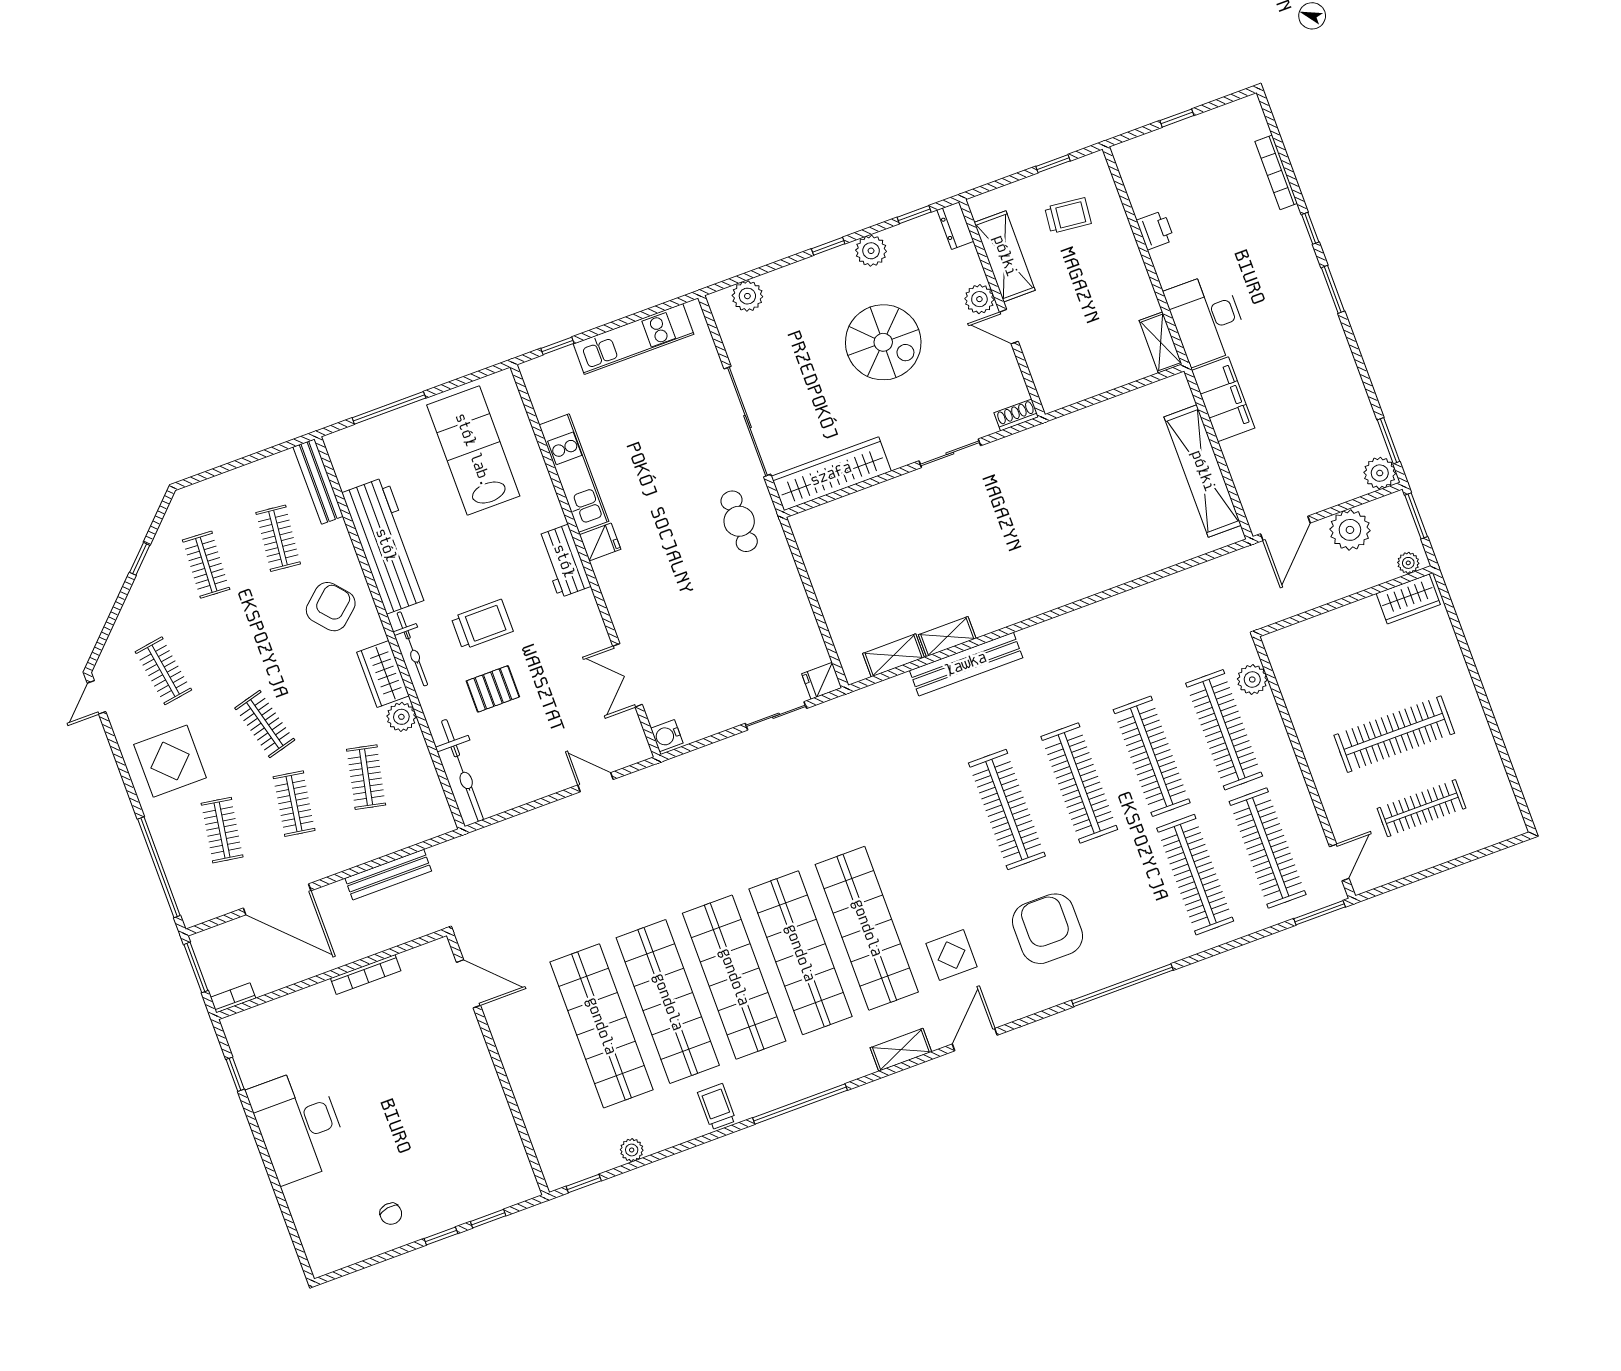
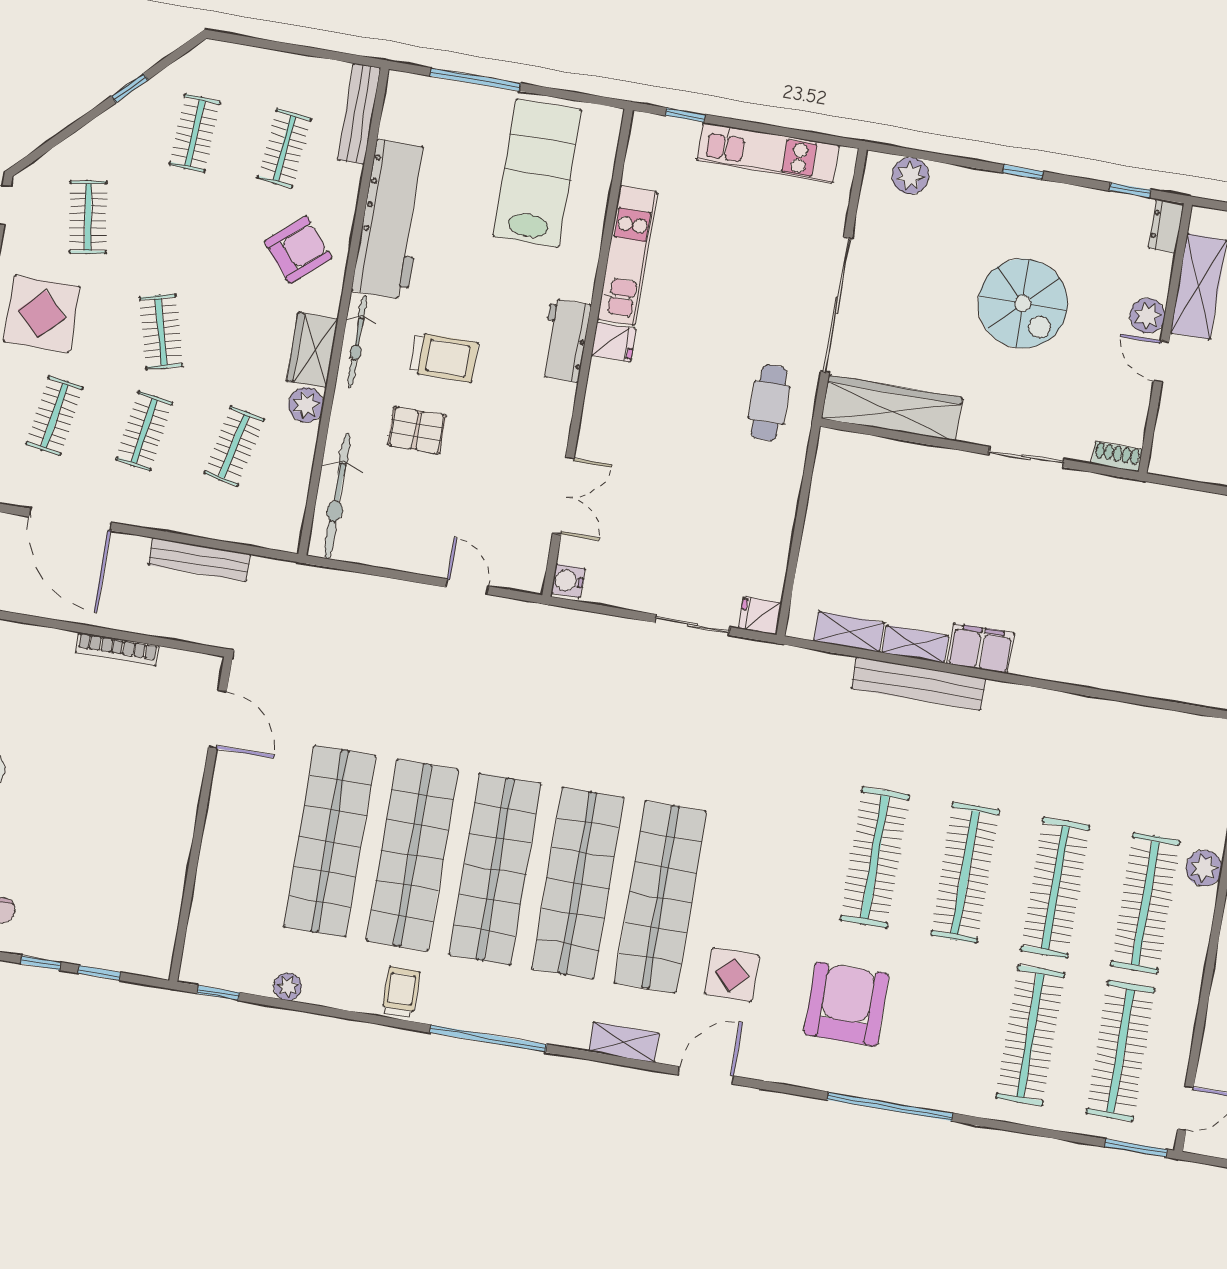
plant: (871, 251) -> (1064, 202), removed
filing cabinet: (997, 612) -> (981, 648), added
double door: (628, 675) -> (563, 496), swing flipped

